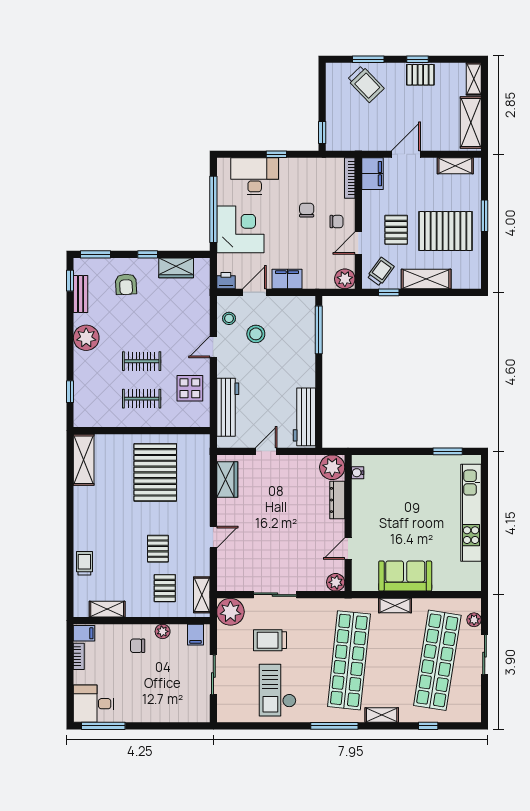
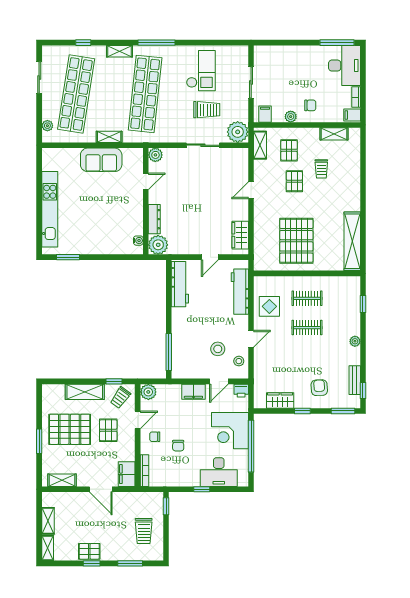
trolley: (366, 84) -> (144, 531), moved, turned -136
shelving: (471, 123) -> (48, 521), width x0.67, depth x0.75
door: (406, 154) -> (101, 489), hinge flipped
plant: (86, 338) -> (355, 341), width x0.53, depth x0.53
shelving: (84, 460) -> (352, 241), width x1.47
trolley: (84, 563) -> (321, 169), moved
sliding door: (485, 655) -> (39, 77), moved
desk: (94, 704) -> (344, 66), width x1.37

